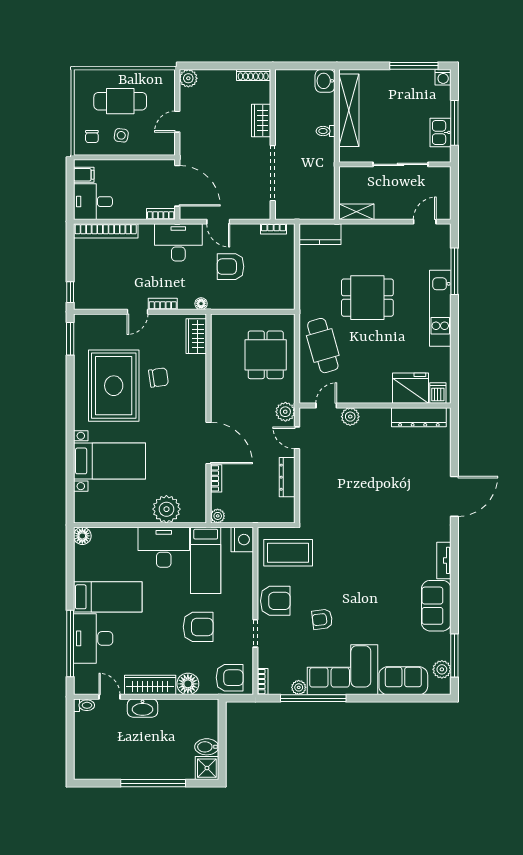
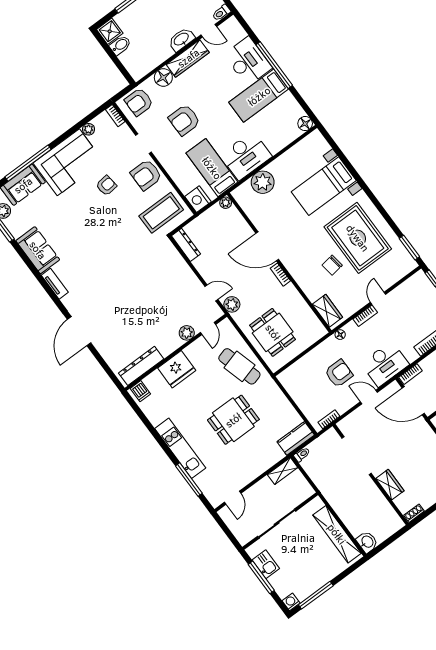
shoe rack: (253, 75) -> (414, 513), width x0.70
toilet: (325, 131) -> (302, 454), moved
fridge: (411, 388) -> (177, 369), moved
dresser: (287, 477) -> (186, 245), moved
bookcase: (216, 478) -> (280, 275), moved
window: (70, 644) -> (274, 65), moved
window: (313, 698) -> (28, 163), moved

